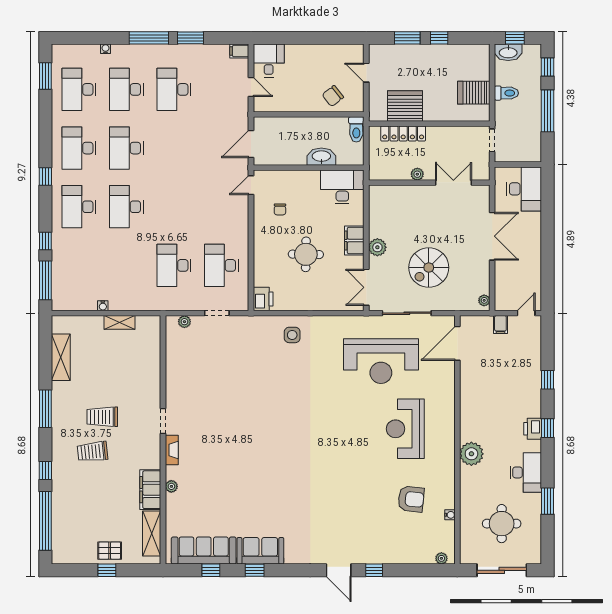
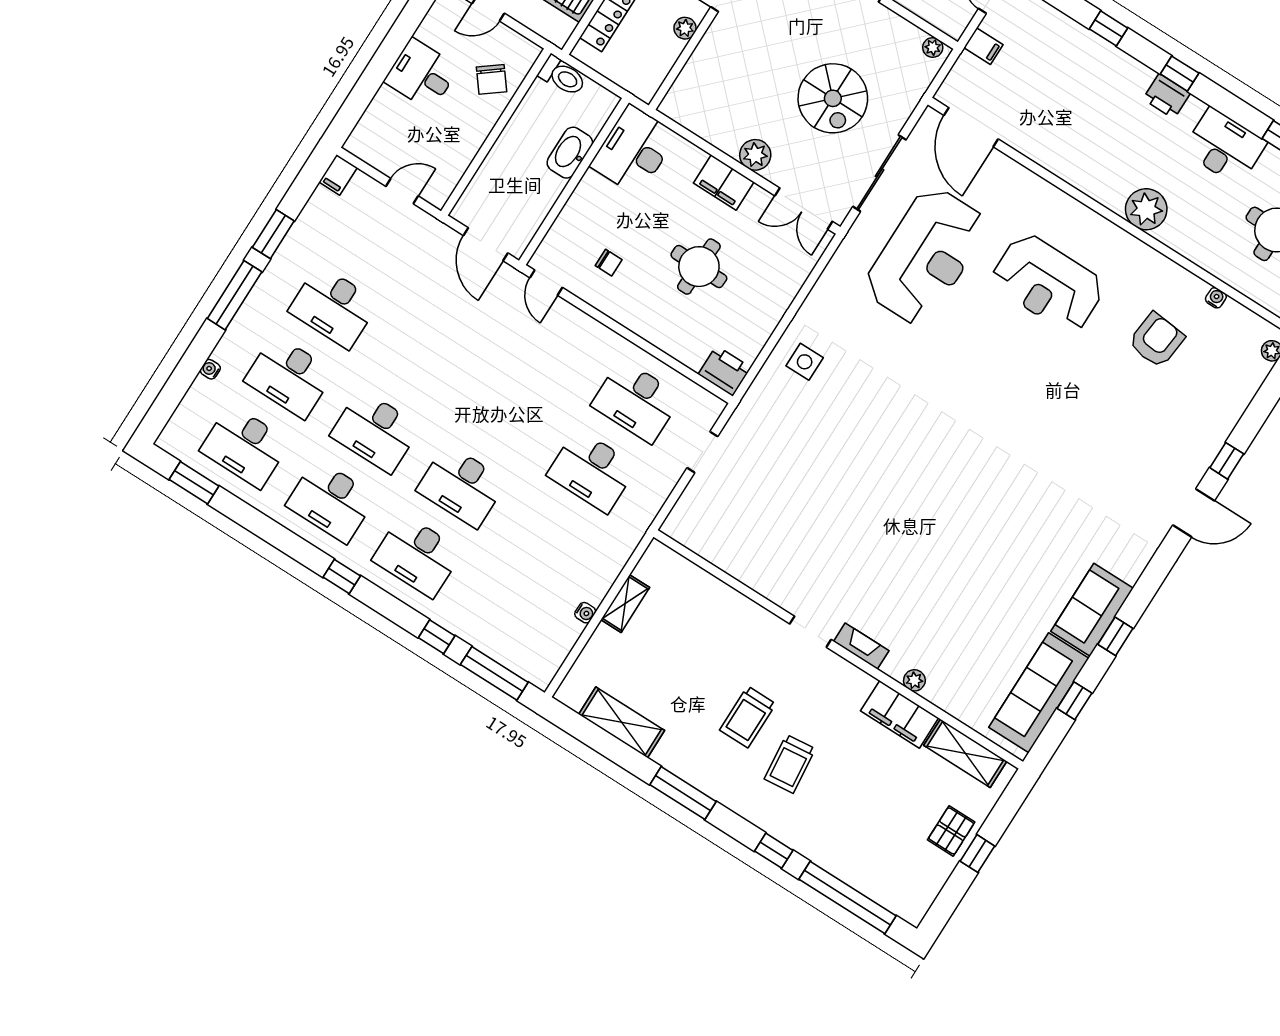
desk: (269, 61) -> (421, 74), moved
plant: (184, 322) -> (685, 508), removed

